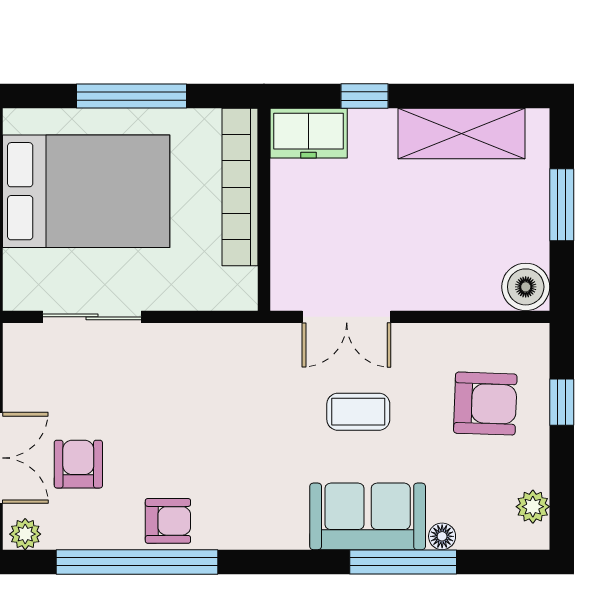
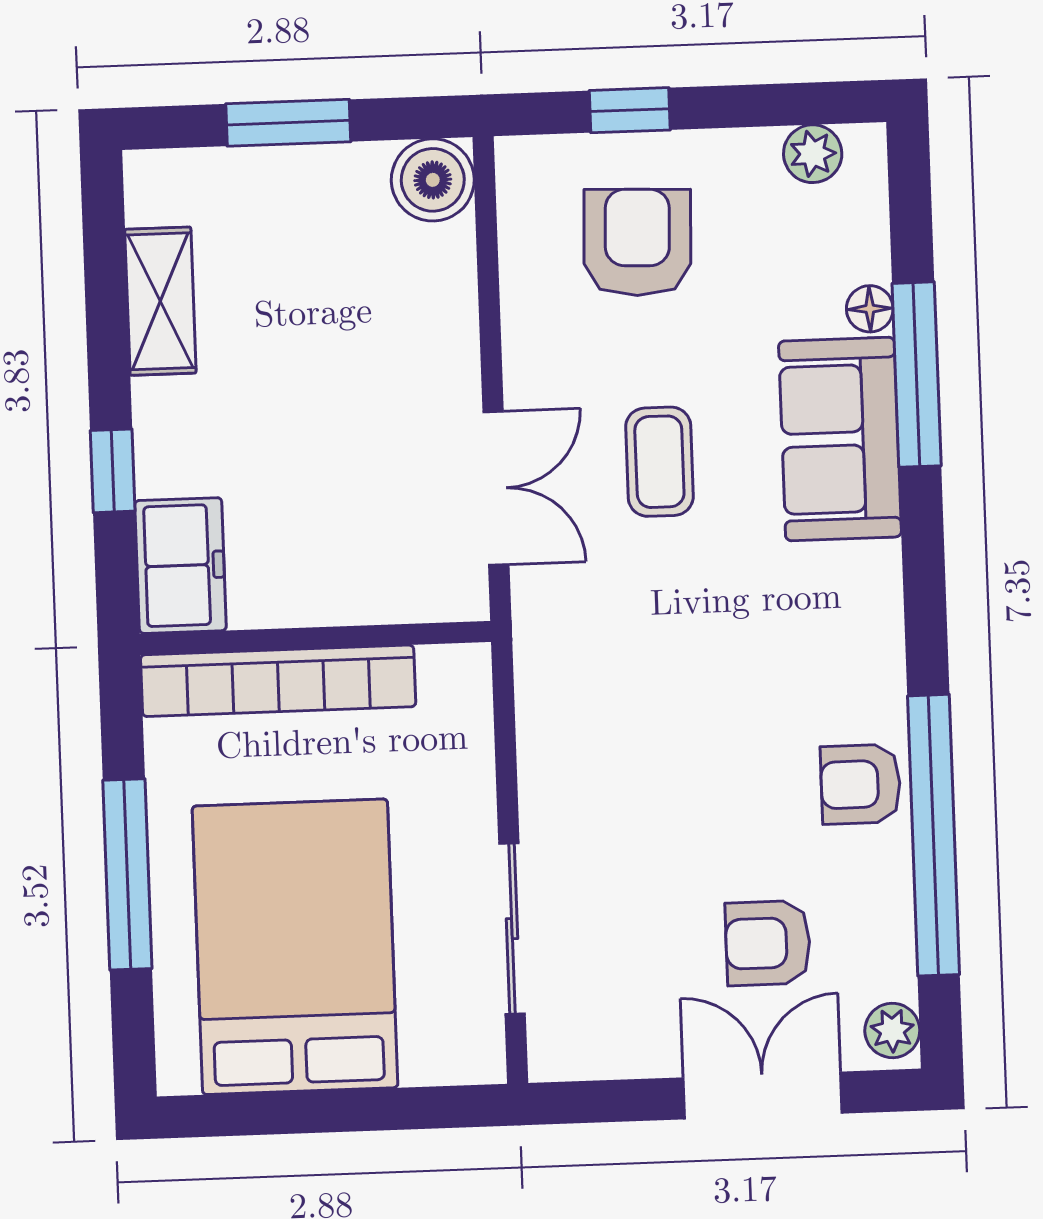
shelving: (461, 134) -> (160, 301), width x0.67, depth x0.75
armchair: (168, 521) -> (861, 784), turned -90

